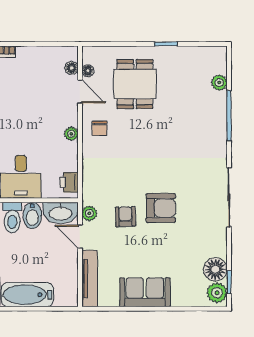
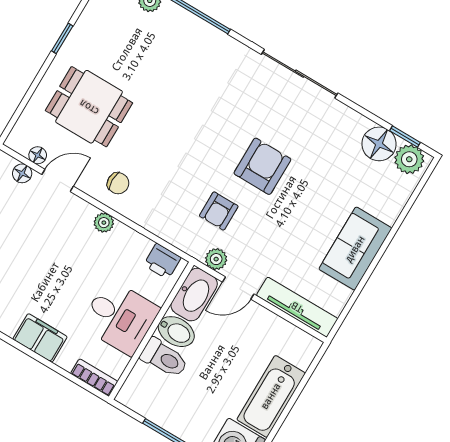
armchair: (126, 217) -> (219, 211), moved, turned -88

